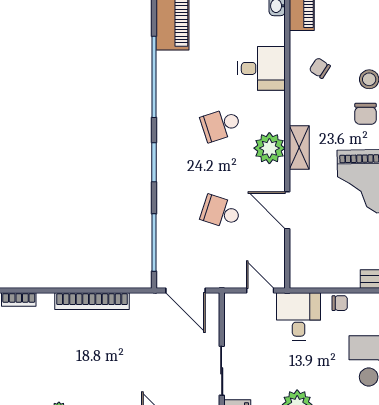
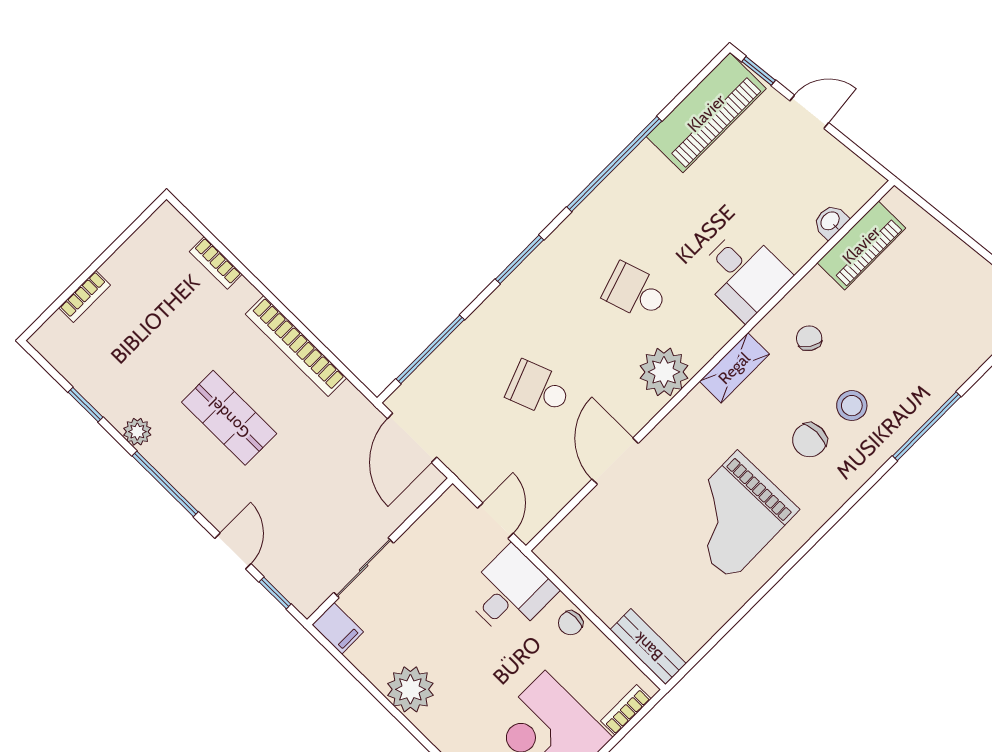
shelving: (299, 148) -> (734, 368), moved
school desk: (221, 212) -> (539, 389), turned -39
chair: (340, 303) -> (571, 623), turned 90
shop shelf: (94, 363) -> (229, 418), added

